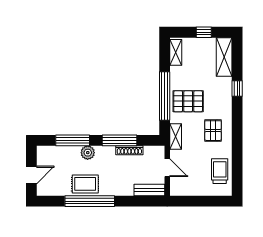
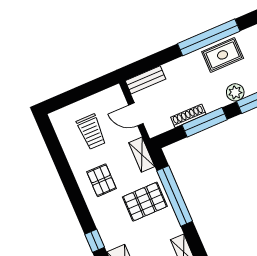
trolley: (220, 171) -> (91, 132), moved

